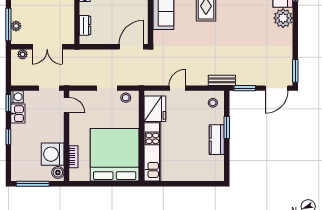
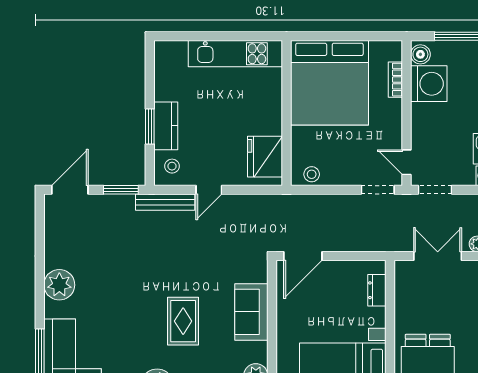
plant: (283, 18) -> (59, 285), moved
window: (295, 71) -> (40, 217), removed
bench: (222, 80) -> (165, 202), width x1.36
doorway: (107, 88) -> (378, 190), moved
door: (177, 88) -> (209, 190), moved
kitchen counter: (217, 140) -> (166, 126), moved
kitchen unit: (152, 152) -> (235, 54), moved, turned -90

